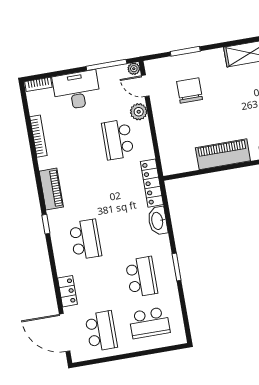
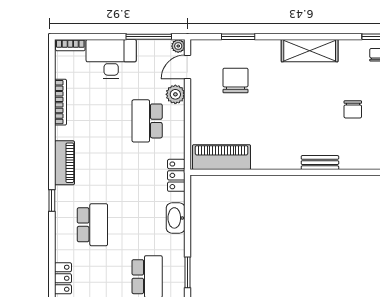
door: (145, 86) -> (188, 67), hinge flipped
piano: (223, 154) -> (221, 157), moved
locker: (152, 183) -> (176, 175), width x0.66

